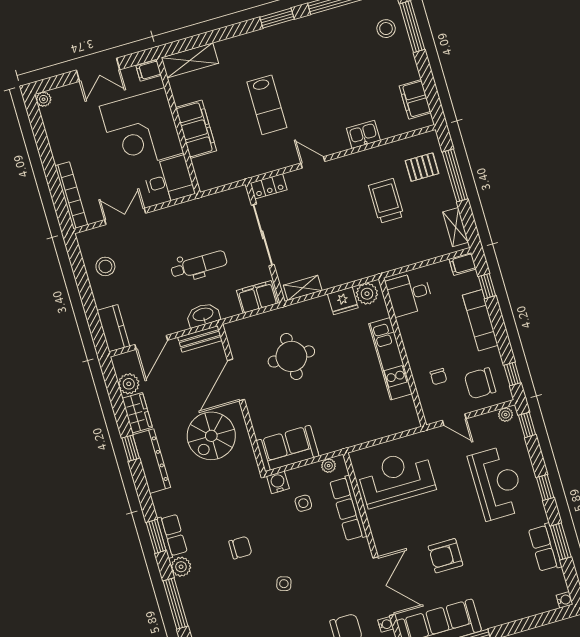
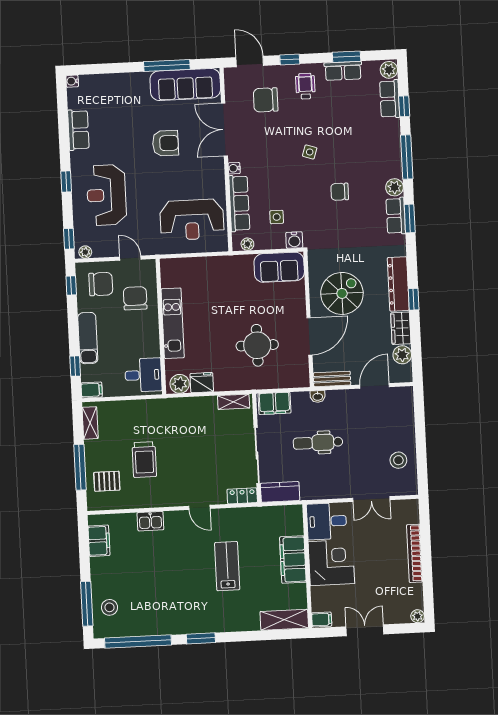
corner desk: (142, 130) -> (331, 563), width x0.74, depth x0.74
bookcase: (71, 195) -> (414, 553), moved
washbasin: (203, 315) -> (318, 396), width x0.52, depth x0.69
kitchen counter: (113, 328) -> (280, 492), moved, turned 90
chair: (438, 377) -> (135, 298), width x1.87, depth x1.87
window: (561, 541) -> (64, 132), removed
water cooler: (386, 624) -> (234, 168), moved

